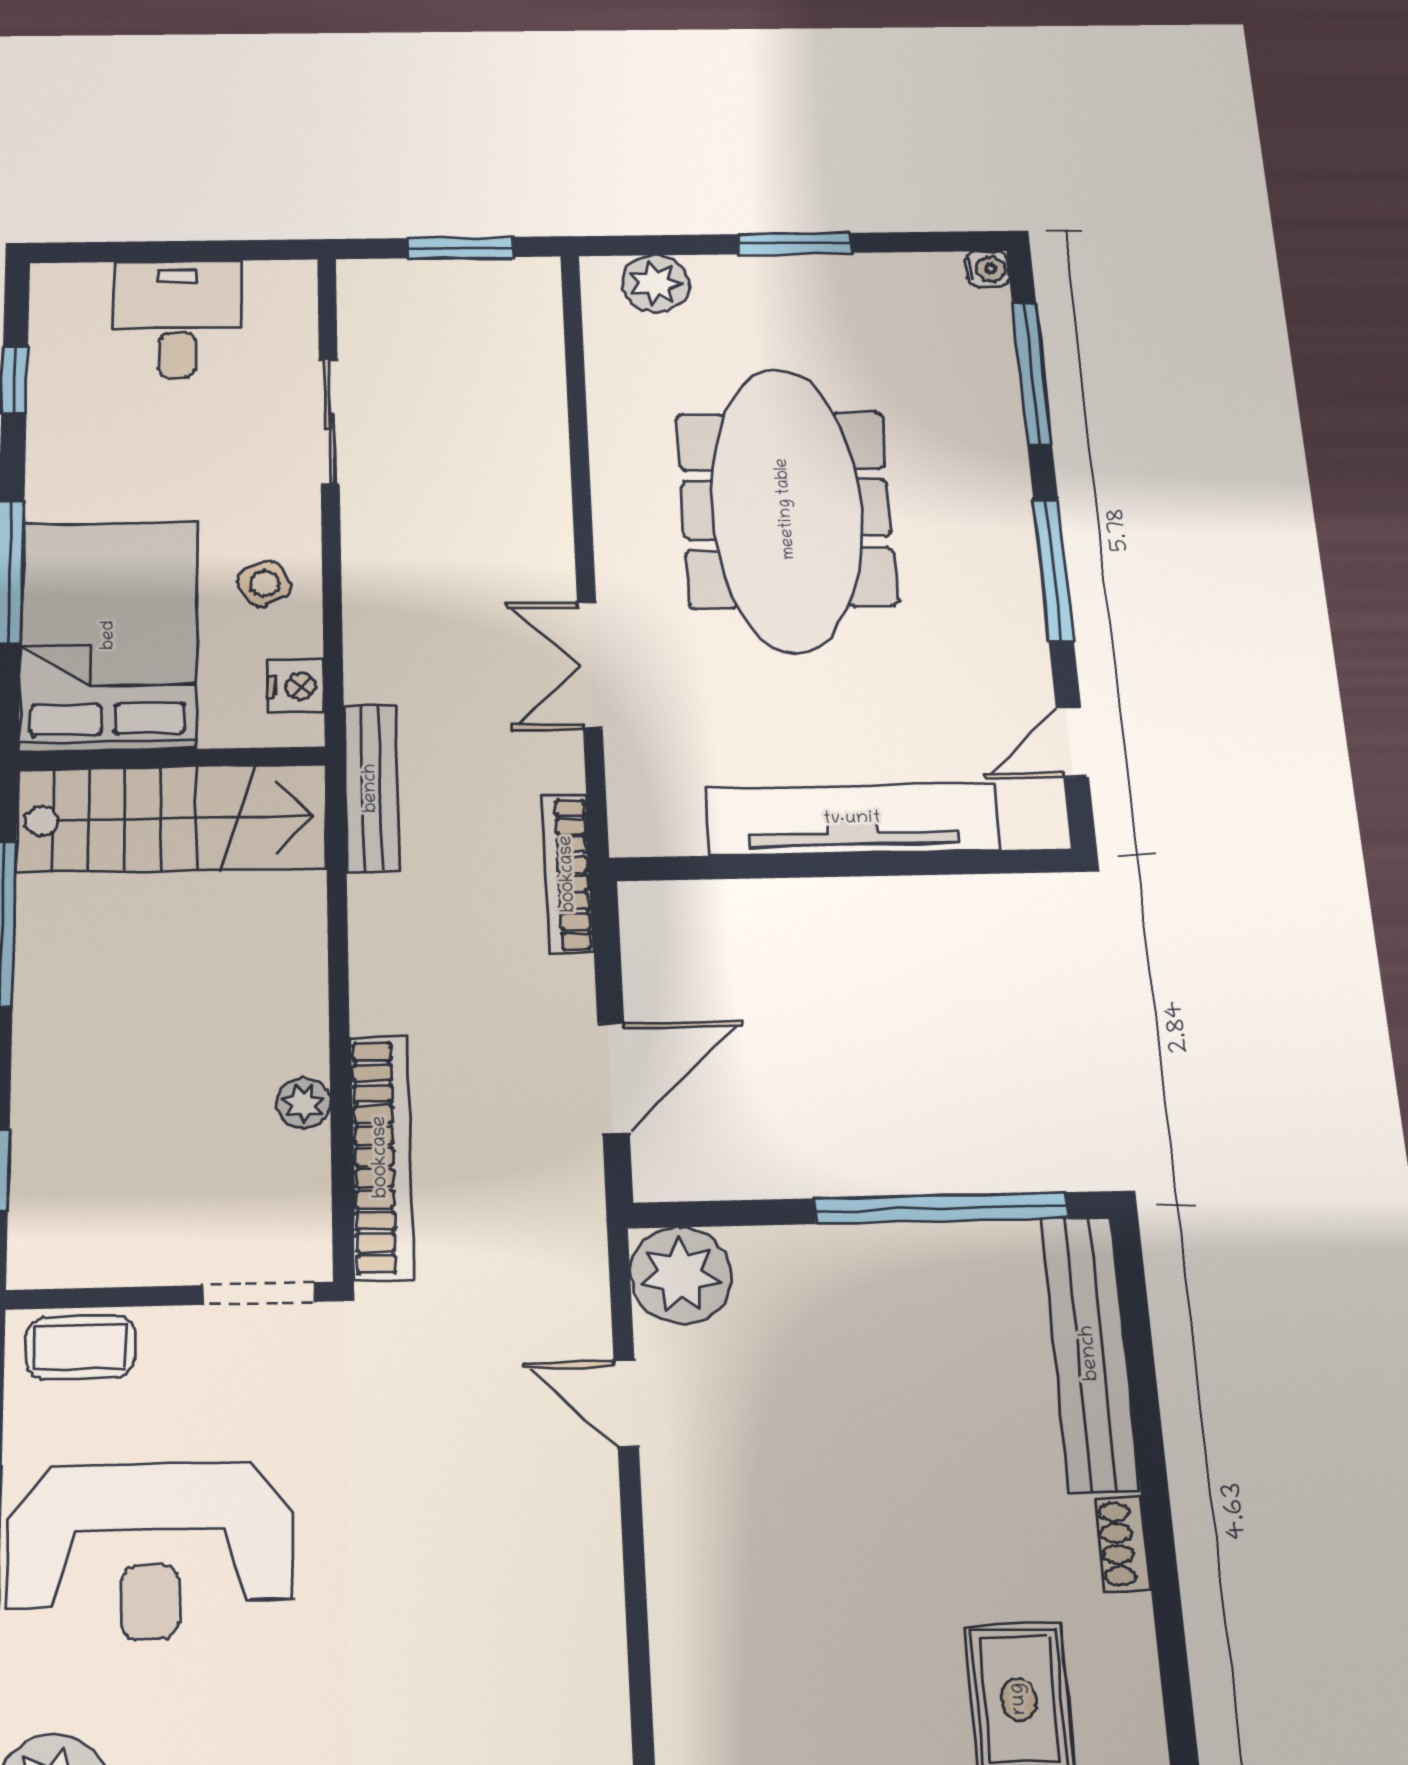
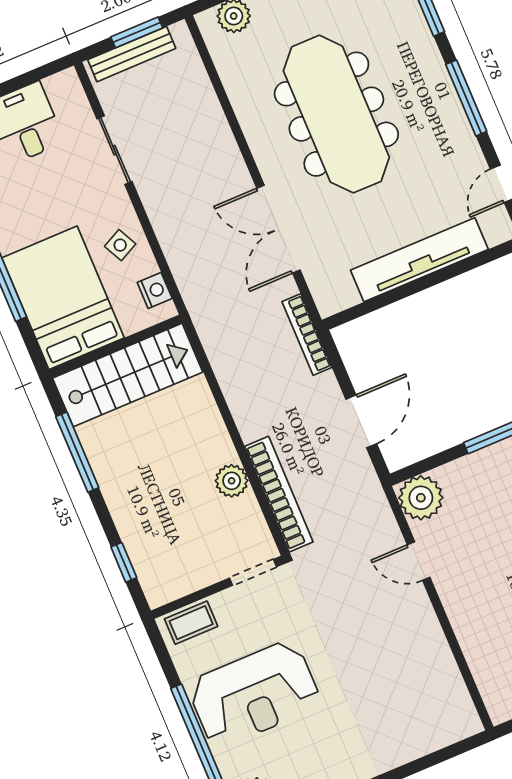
double door: (590, 665) -> (278, 229), width x1.37
bench: (371, 788) -> (132, 54), moved, turned 90
plant: (303, 1103) -> (232, 481), width x1.38, depth x1.38

